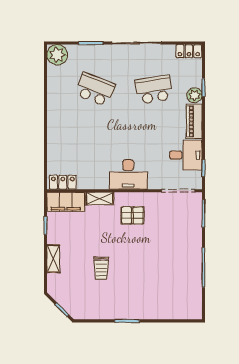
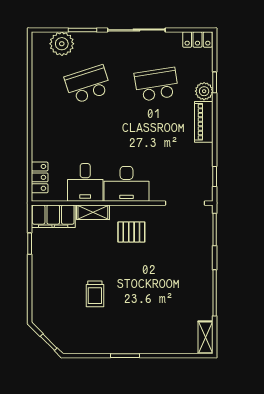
plant: (57, 55) -> (62, 44), moved
school desk: (95, 89) -> (88, 84), turned -39
desk: (186, 155) -> (85, 182), moved, turned 90
locker: (63, 182) -> (40, 177), moved, turned 90
shelving: (53, 259) -> (206, 337), moved

